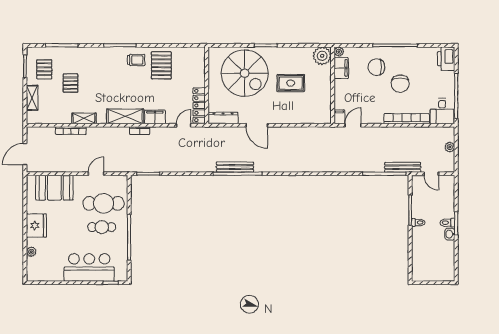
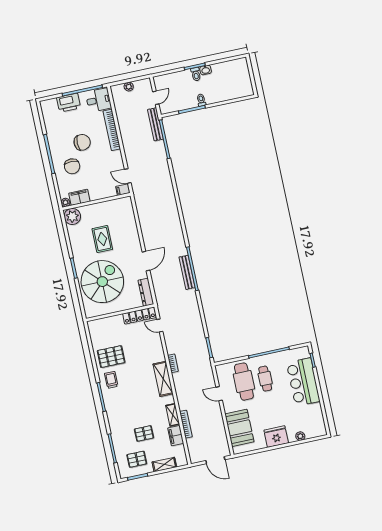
printer: (446, 59) -> (69, 103), moved
filing cabinet: (155, 117) -> (176, 436), moved

